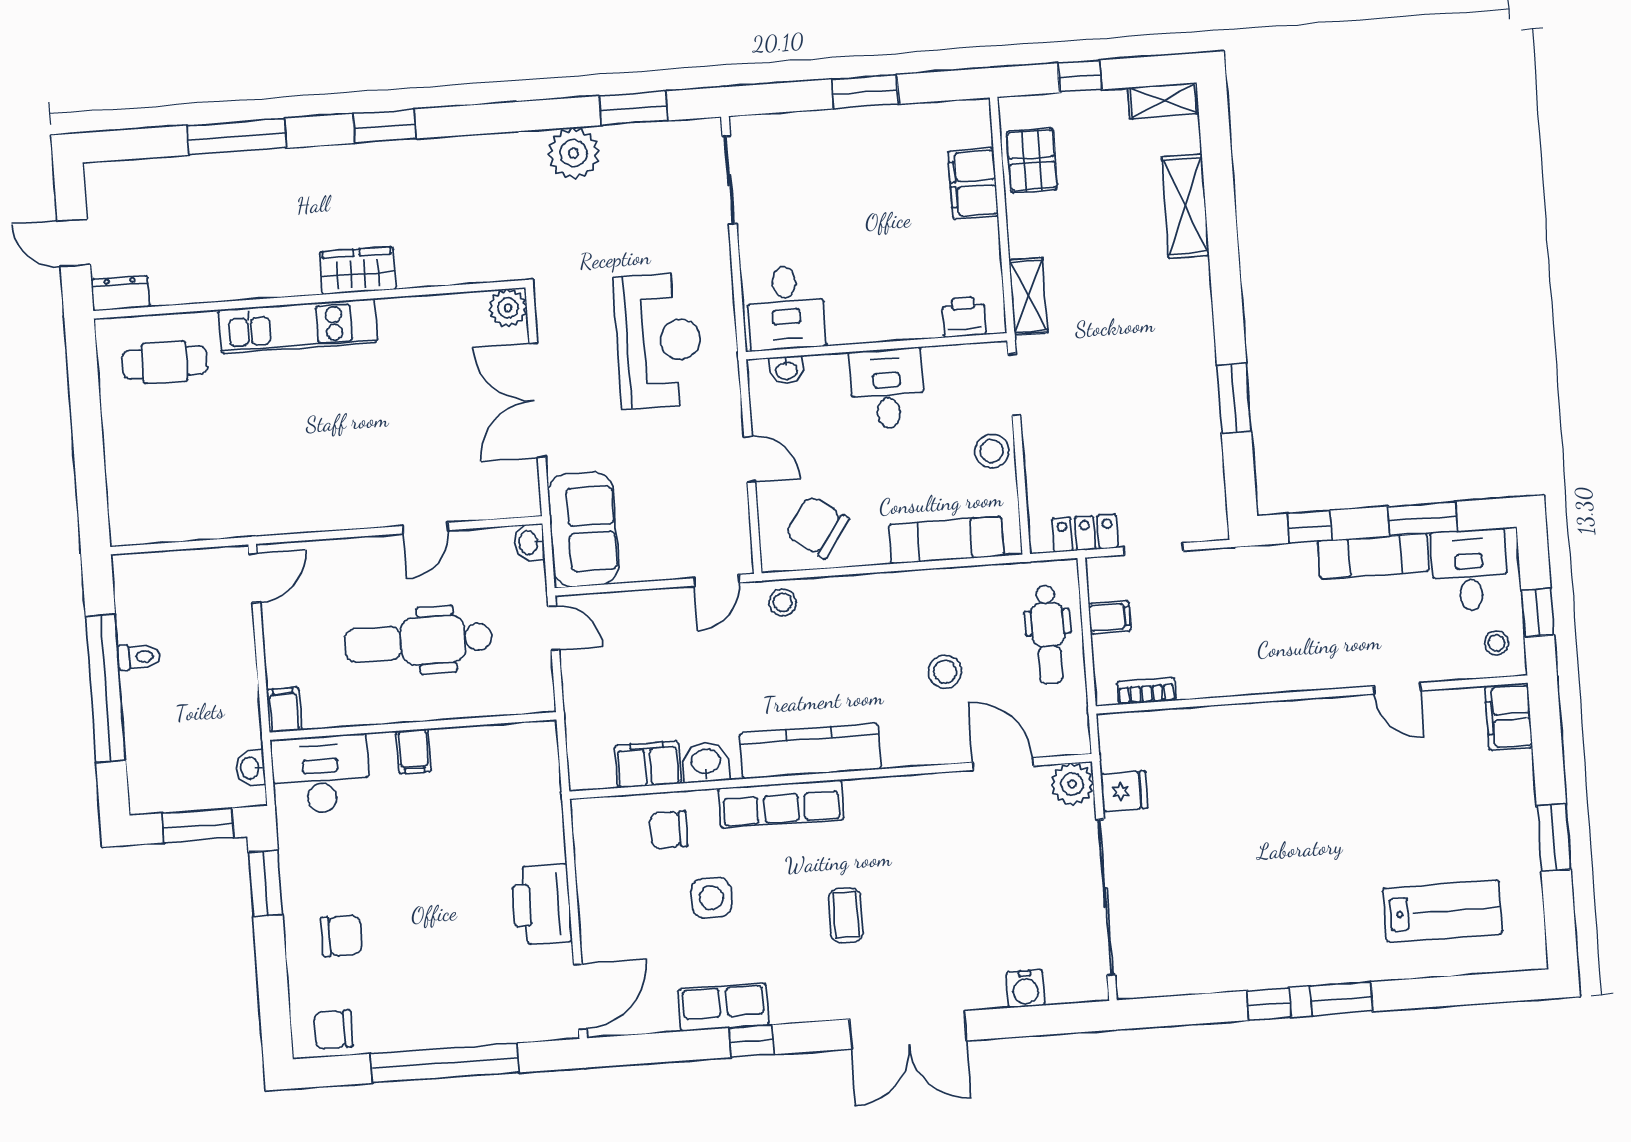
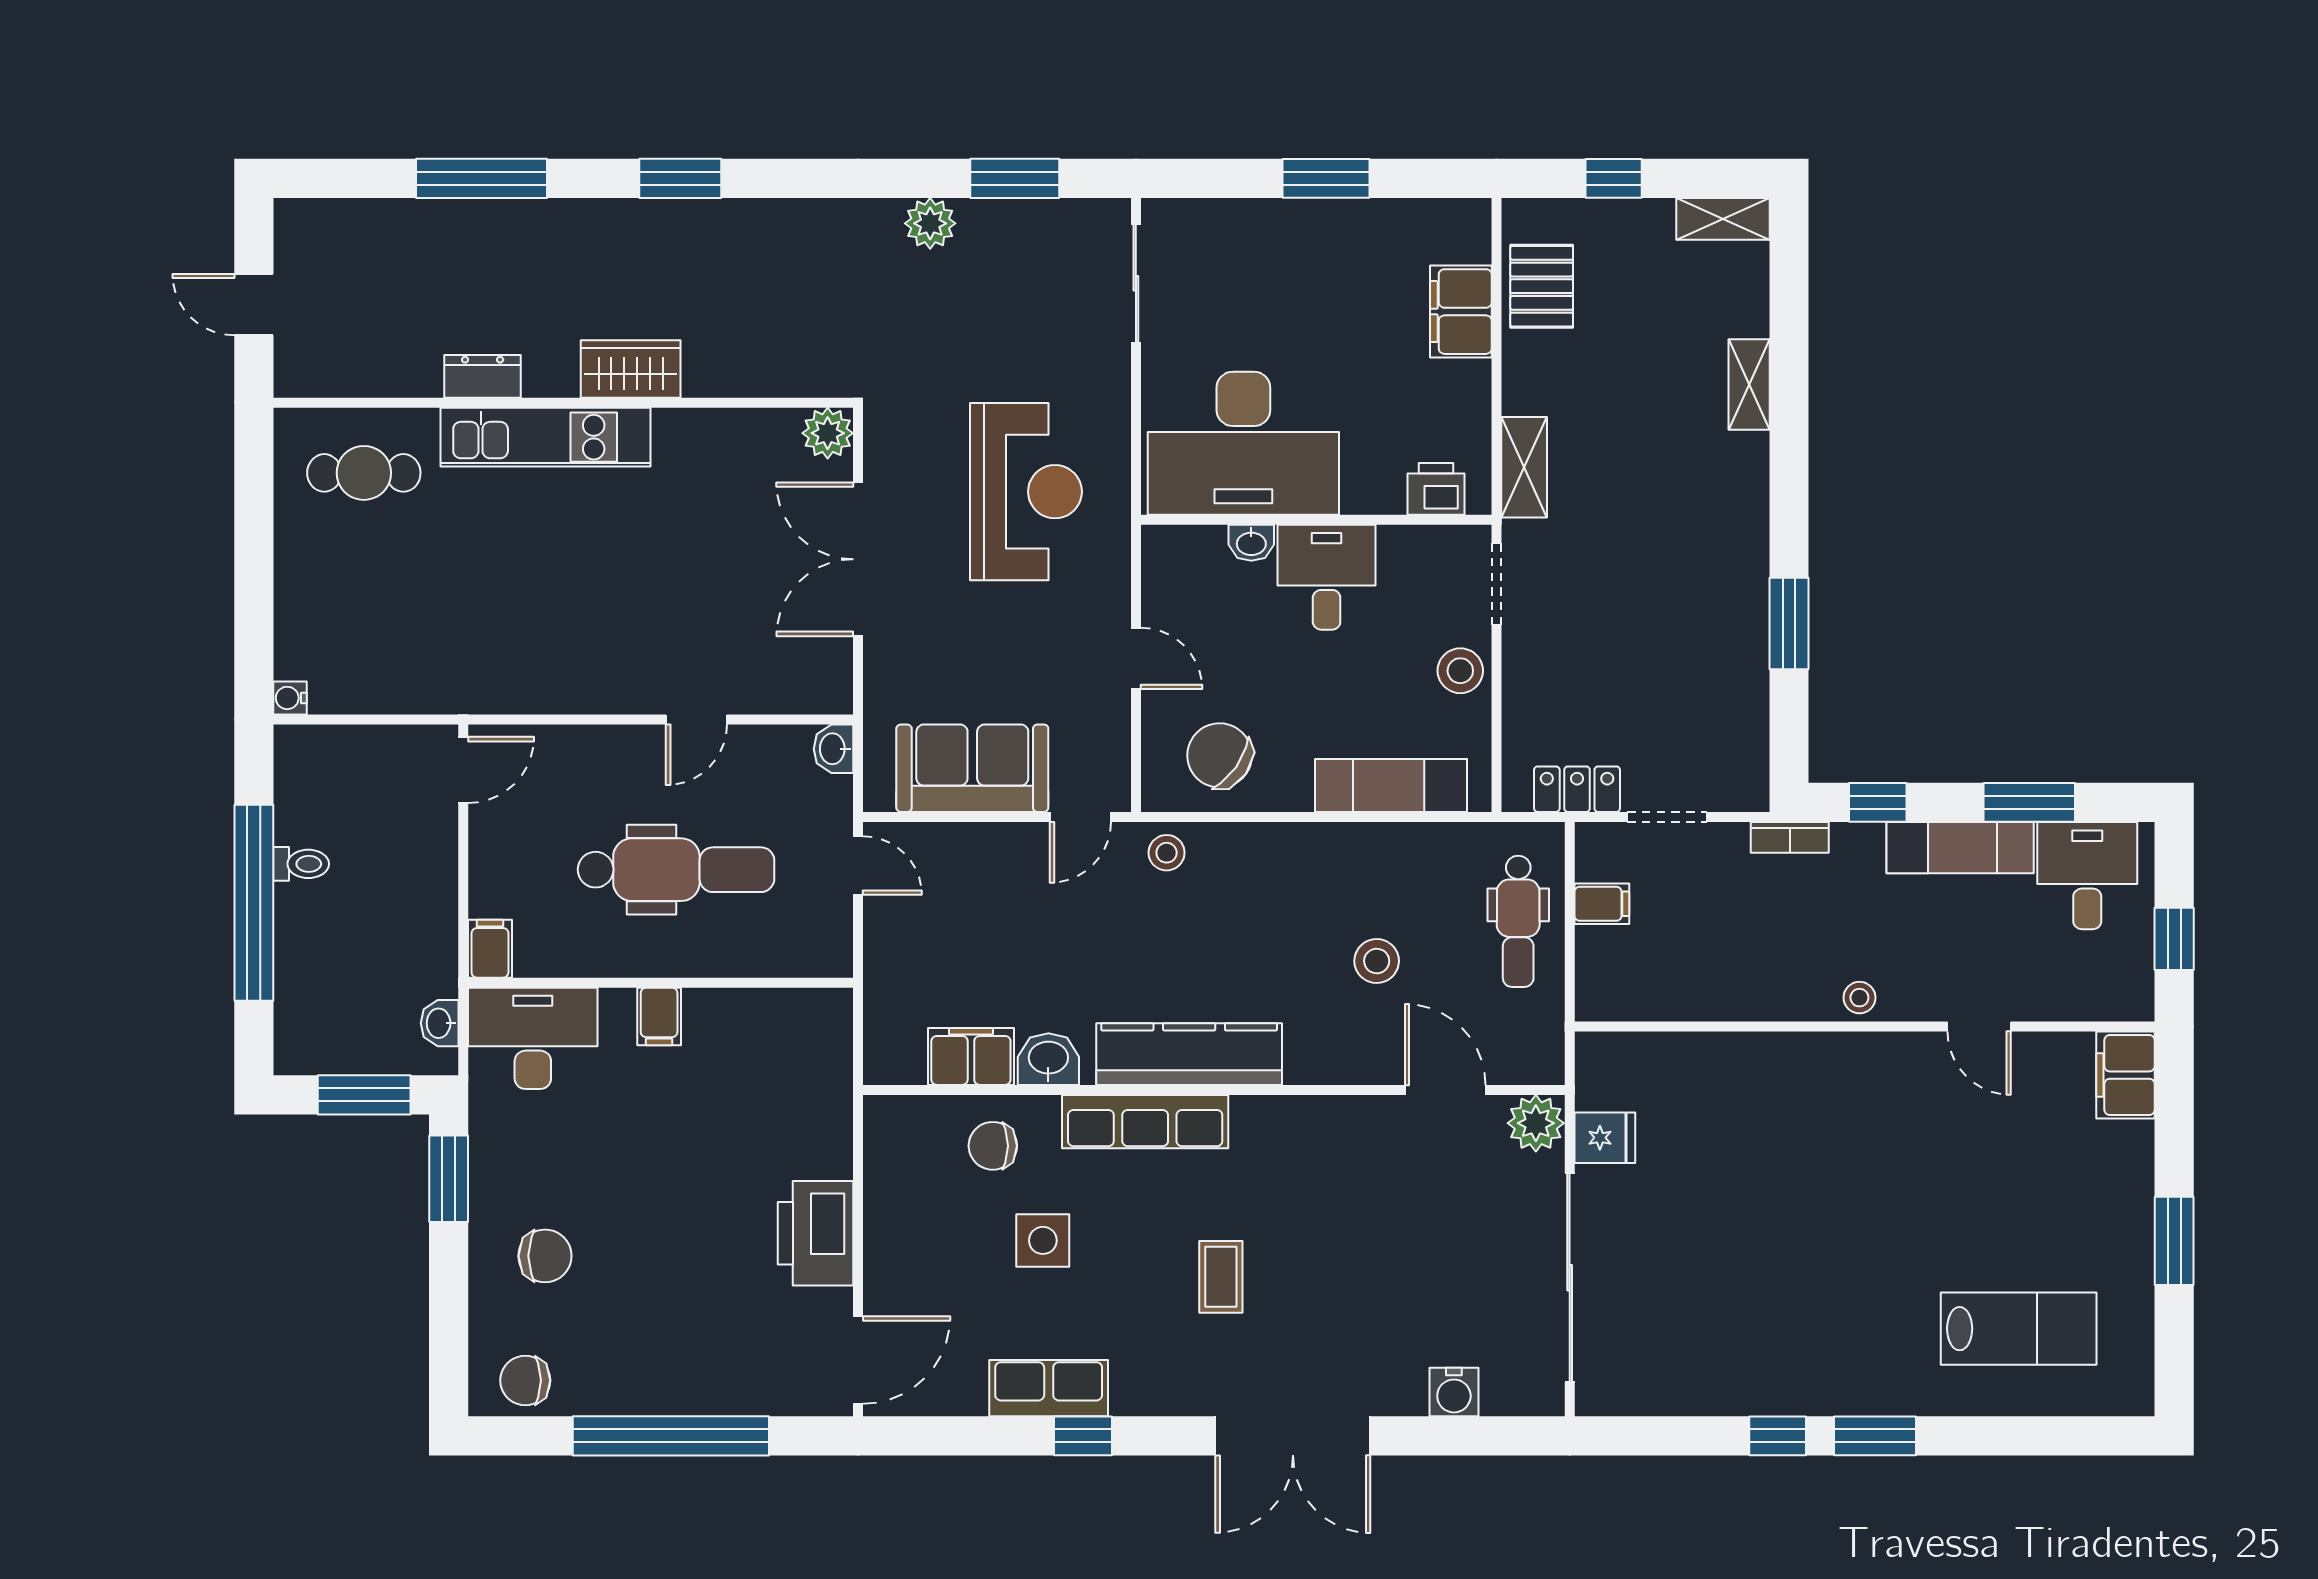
plant: (574, 153) -> (930, 223), width x0.73, depth x0.73
shelving: (1185, 206) -> (1749, 385), width x0.67, depth x0.75
dresser: (120, 293) -> (483, 376), moved
desk: (786, 308) -> (1243, 443), width x1.87, depth x1.30
washbasin: (786, 370) -> (1251, 543), moved
sofa: (583, 529) -> (972, 768), moved, turned -90
water cooler: (122, 534) -> (290, 698), added
dental chair: (418, 641) -> (676, 870), turned 180
stool: (1496, 643) -> (1859, 998), moved
bookcase: (1146, 691) -> (1790, 837), moved, turned 180

